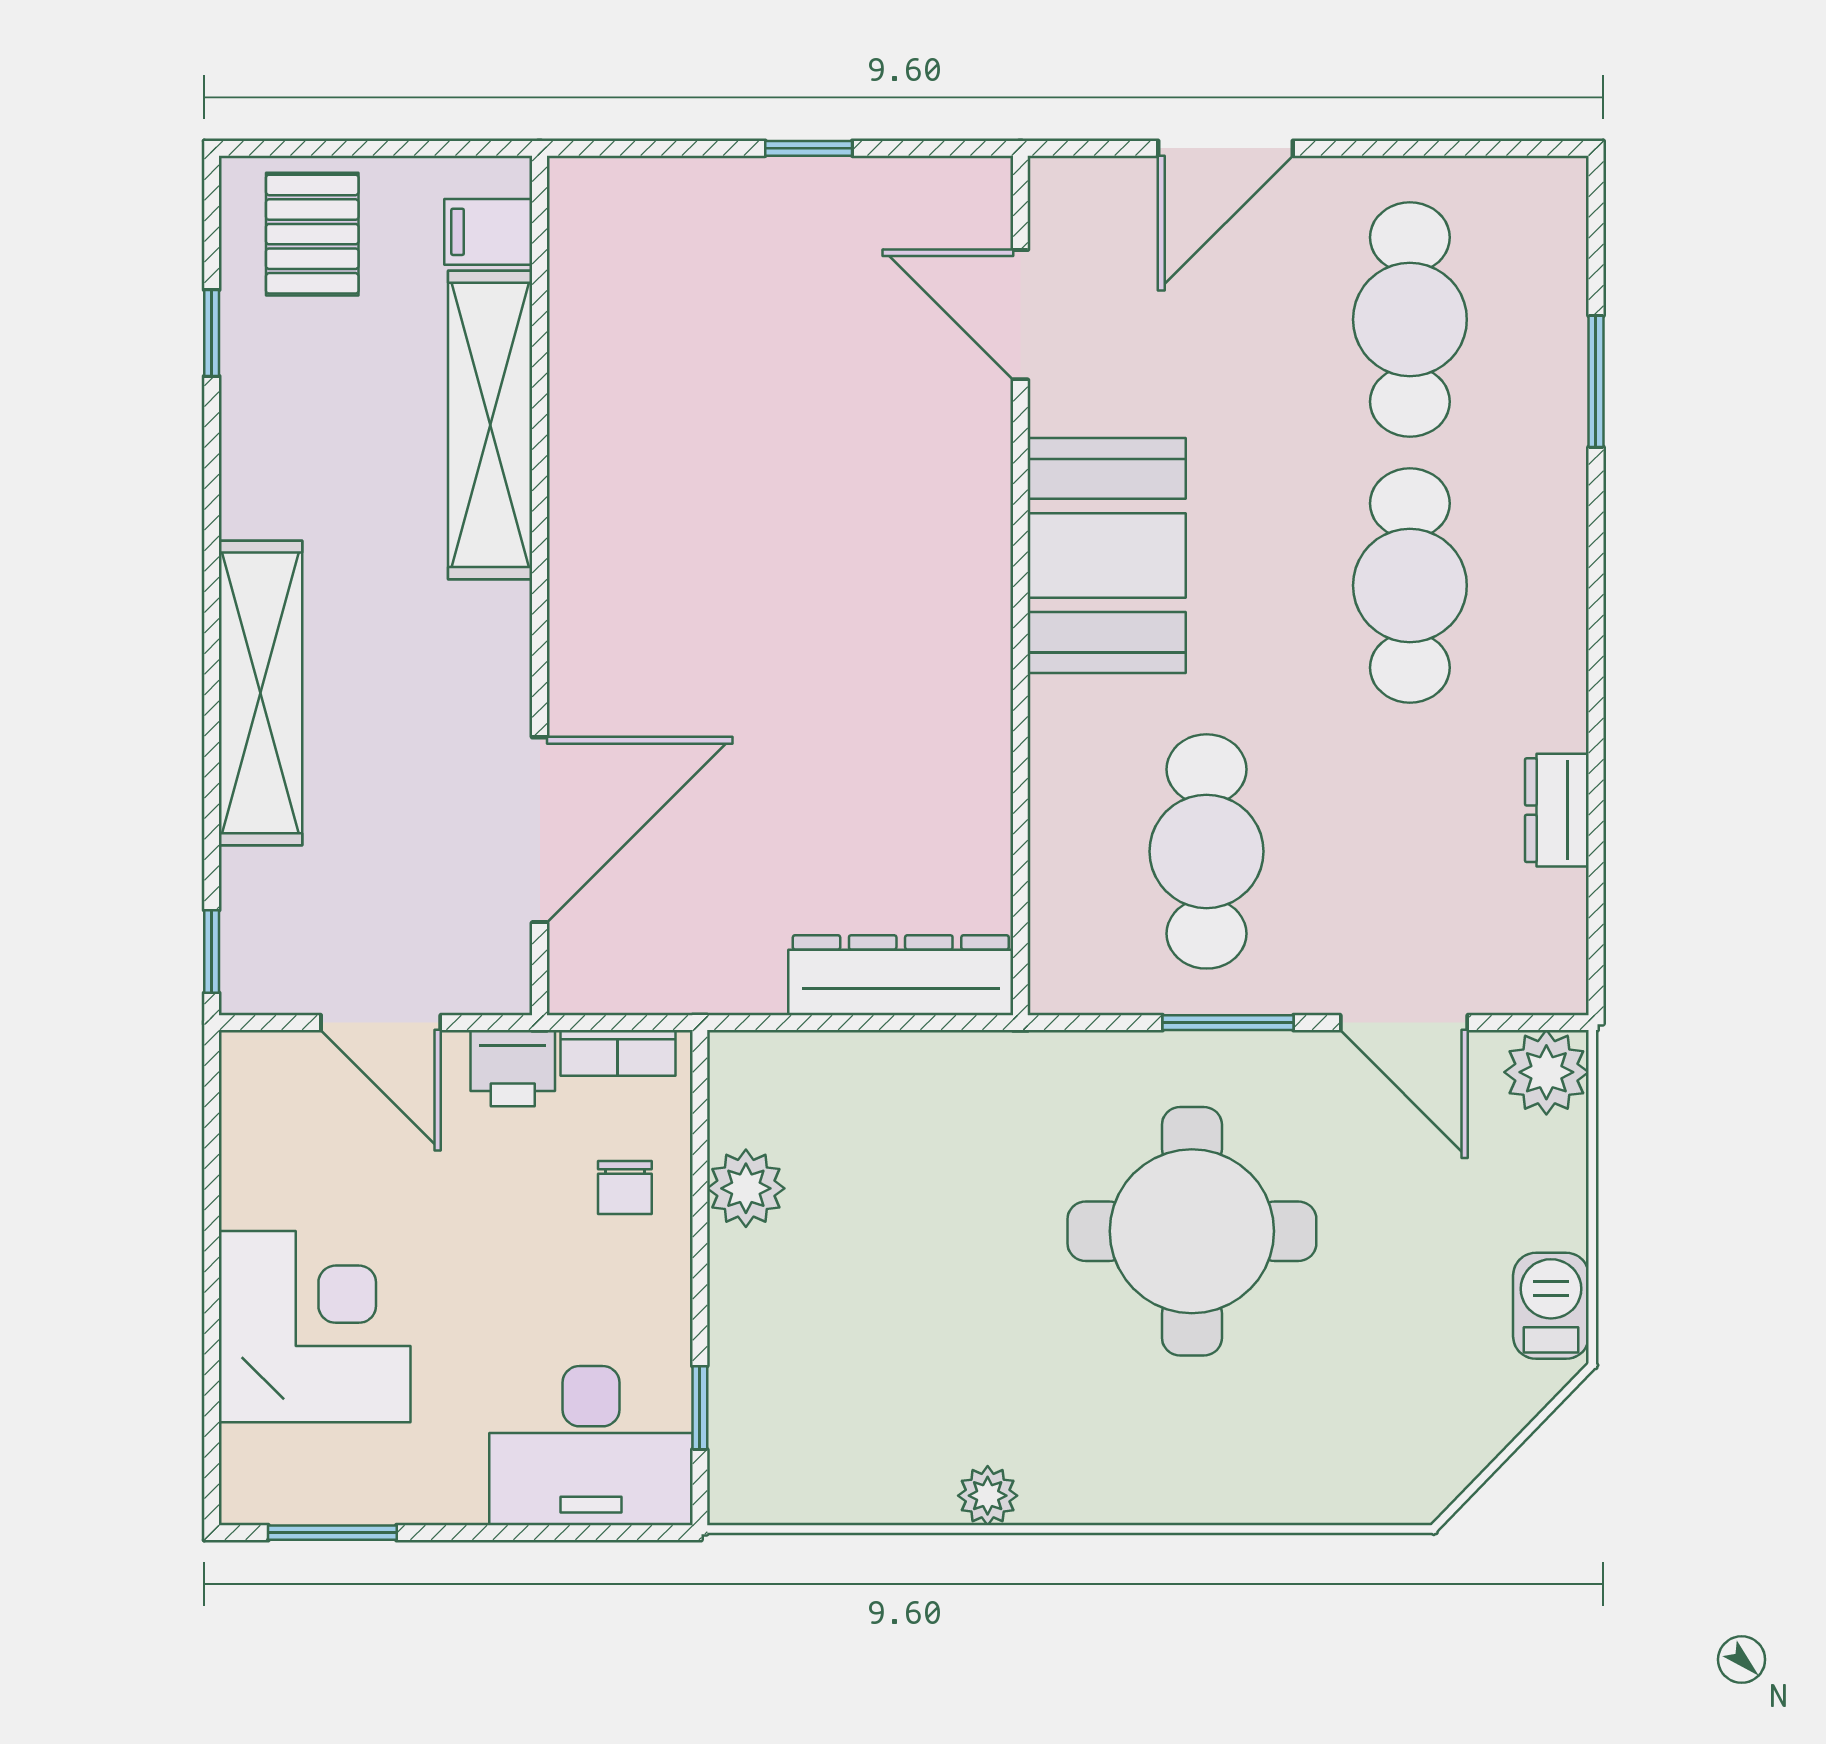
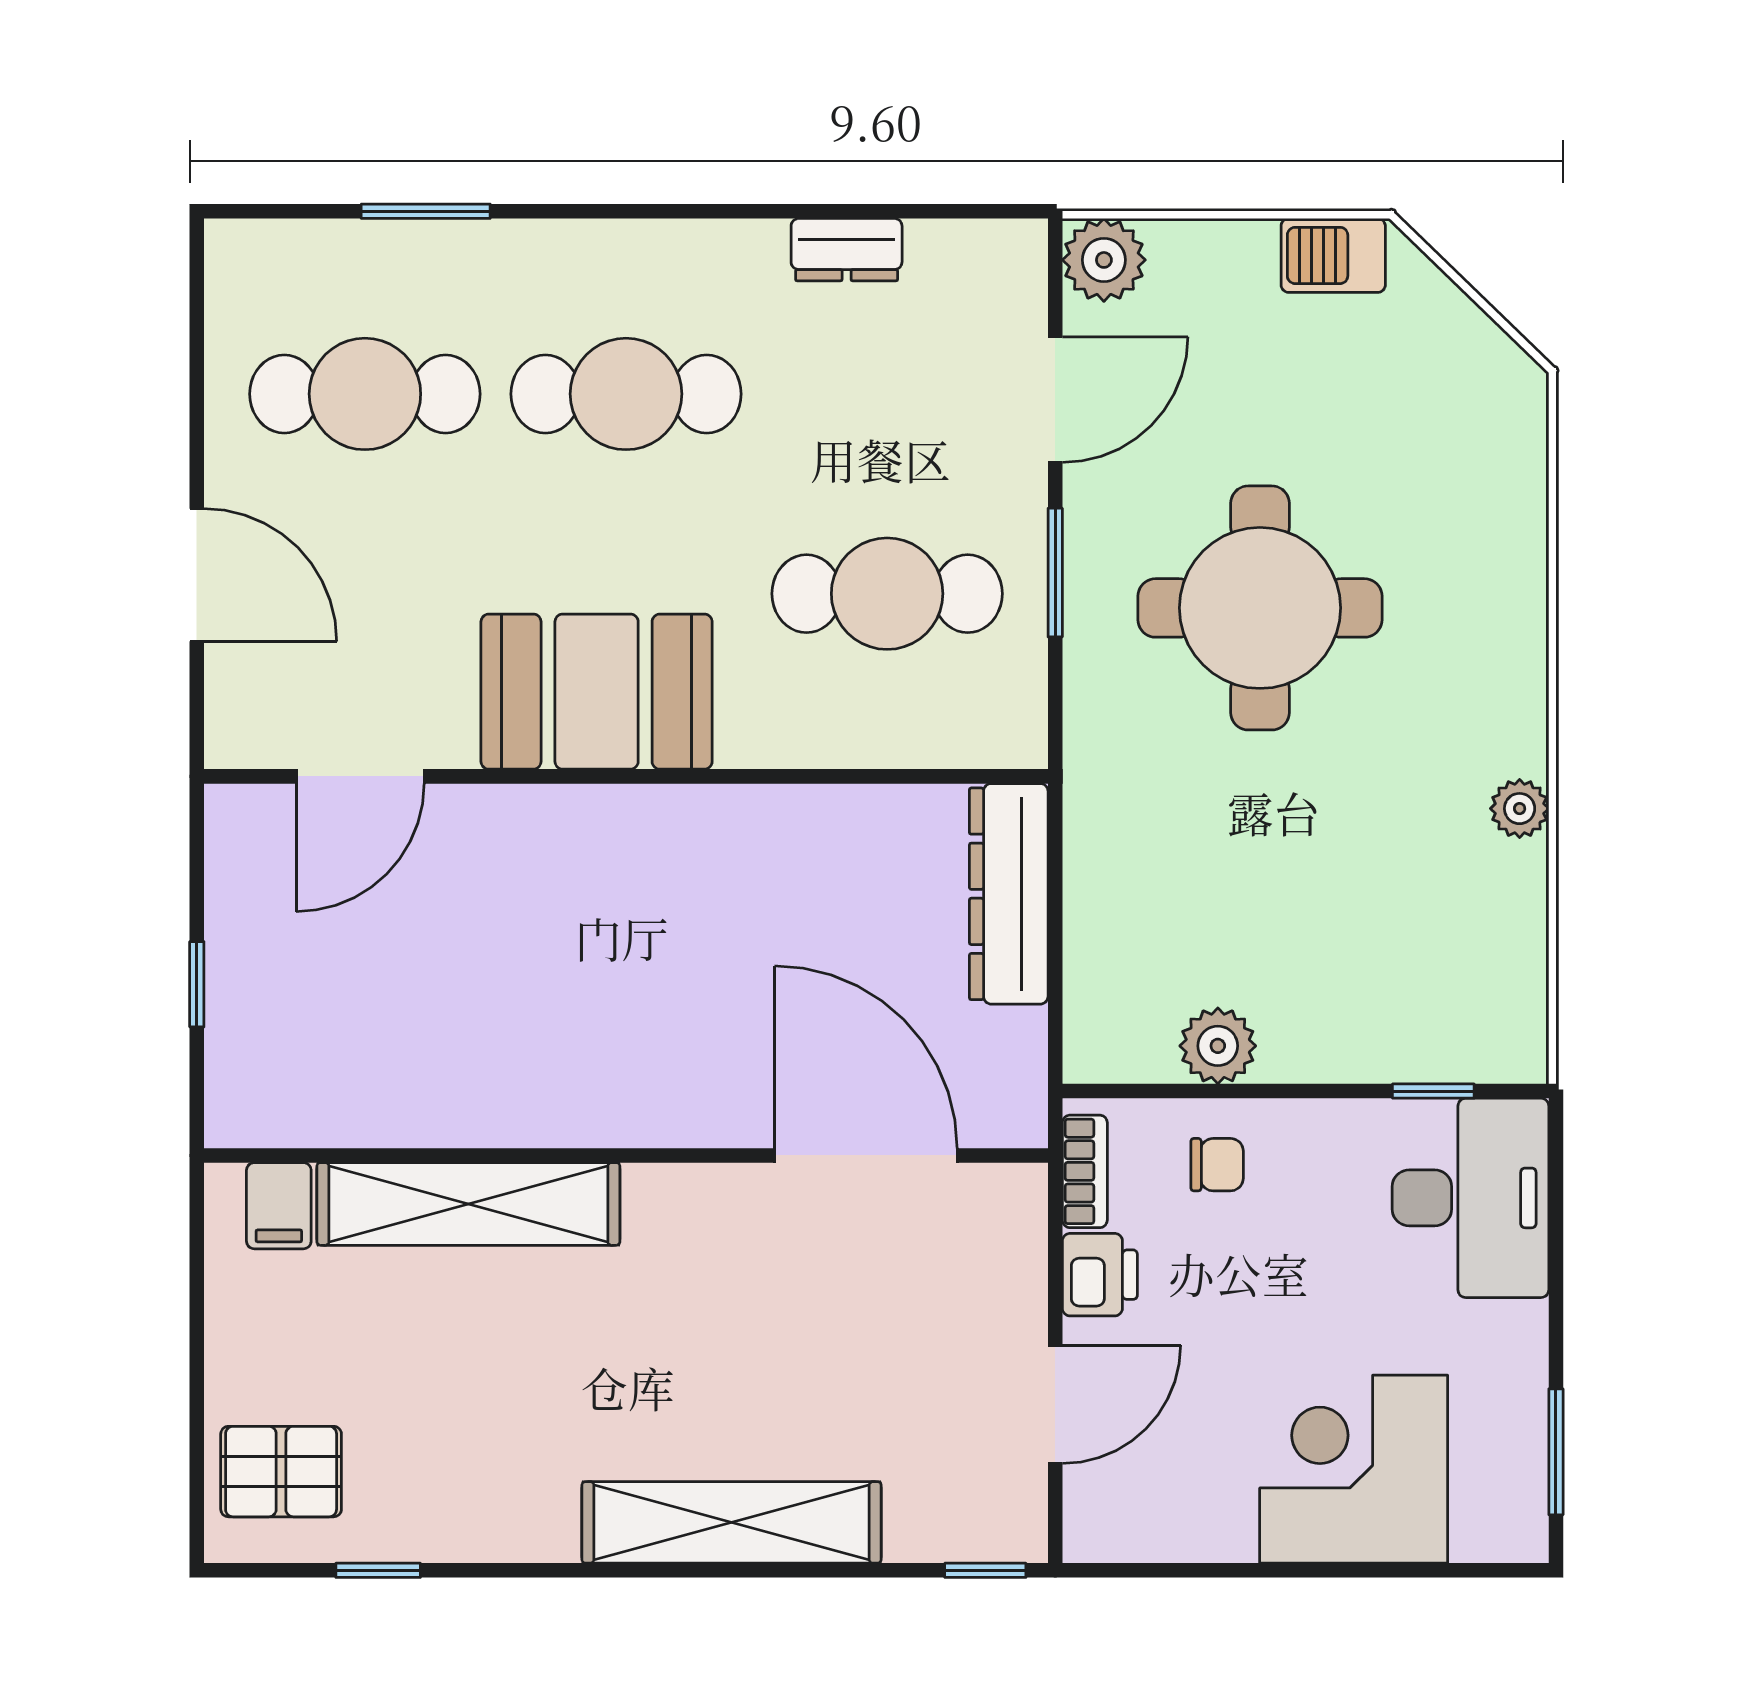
filing cabinet: (488, 232) -> (279, 1206), moved
shelving: (490, 425) -> (468, 1204), moved
wall: (540, 585) -> (626, 1155), moved
door: (540, 830) -> (866, 1155), moved

